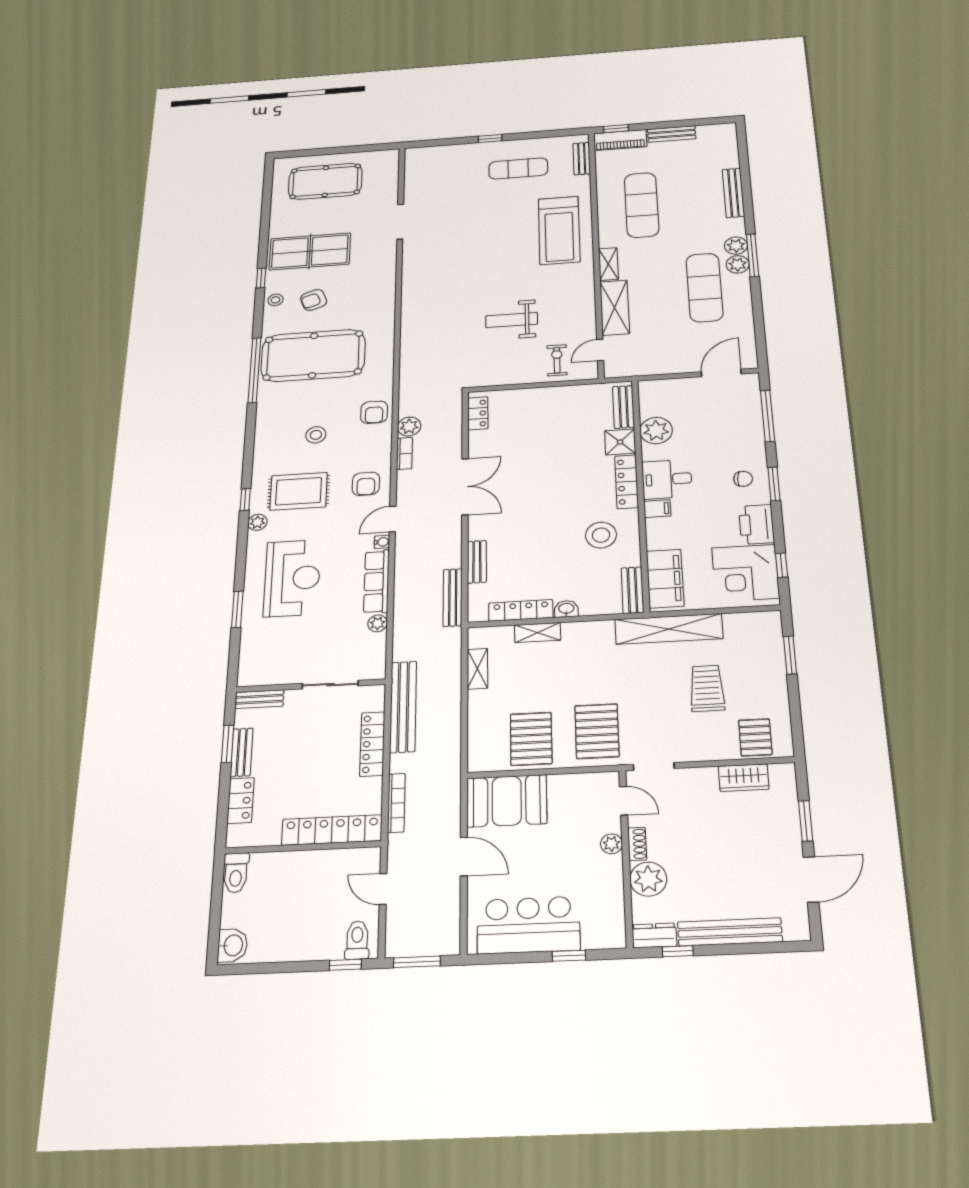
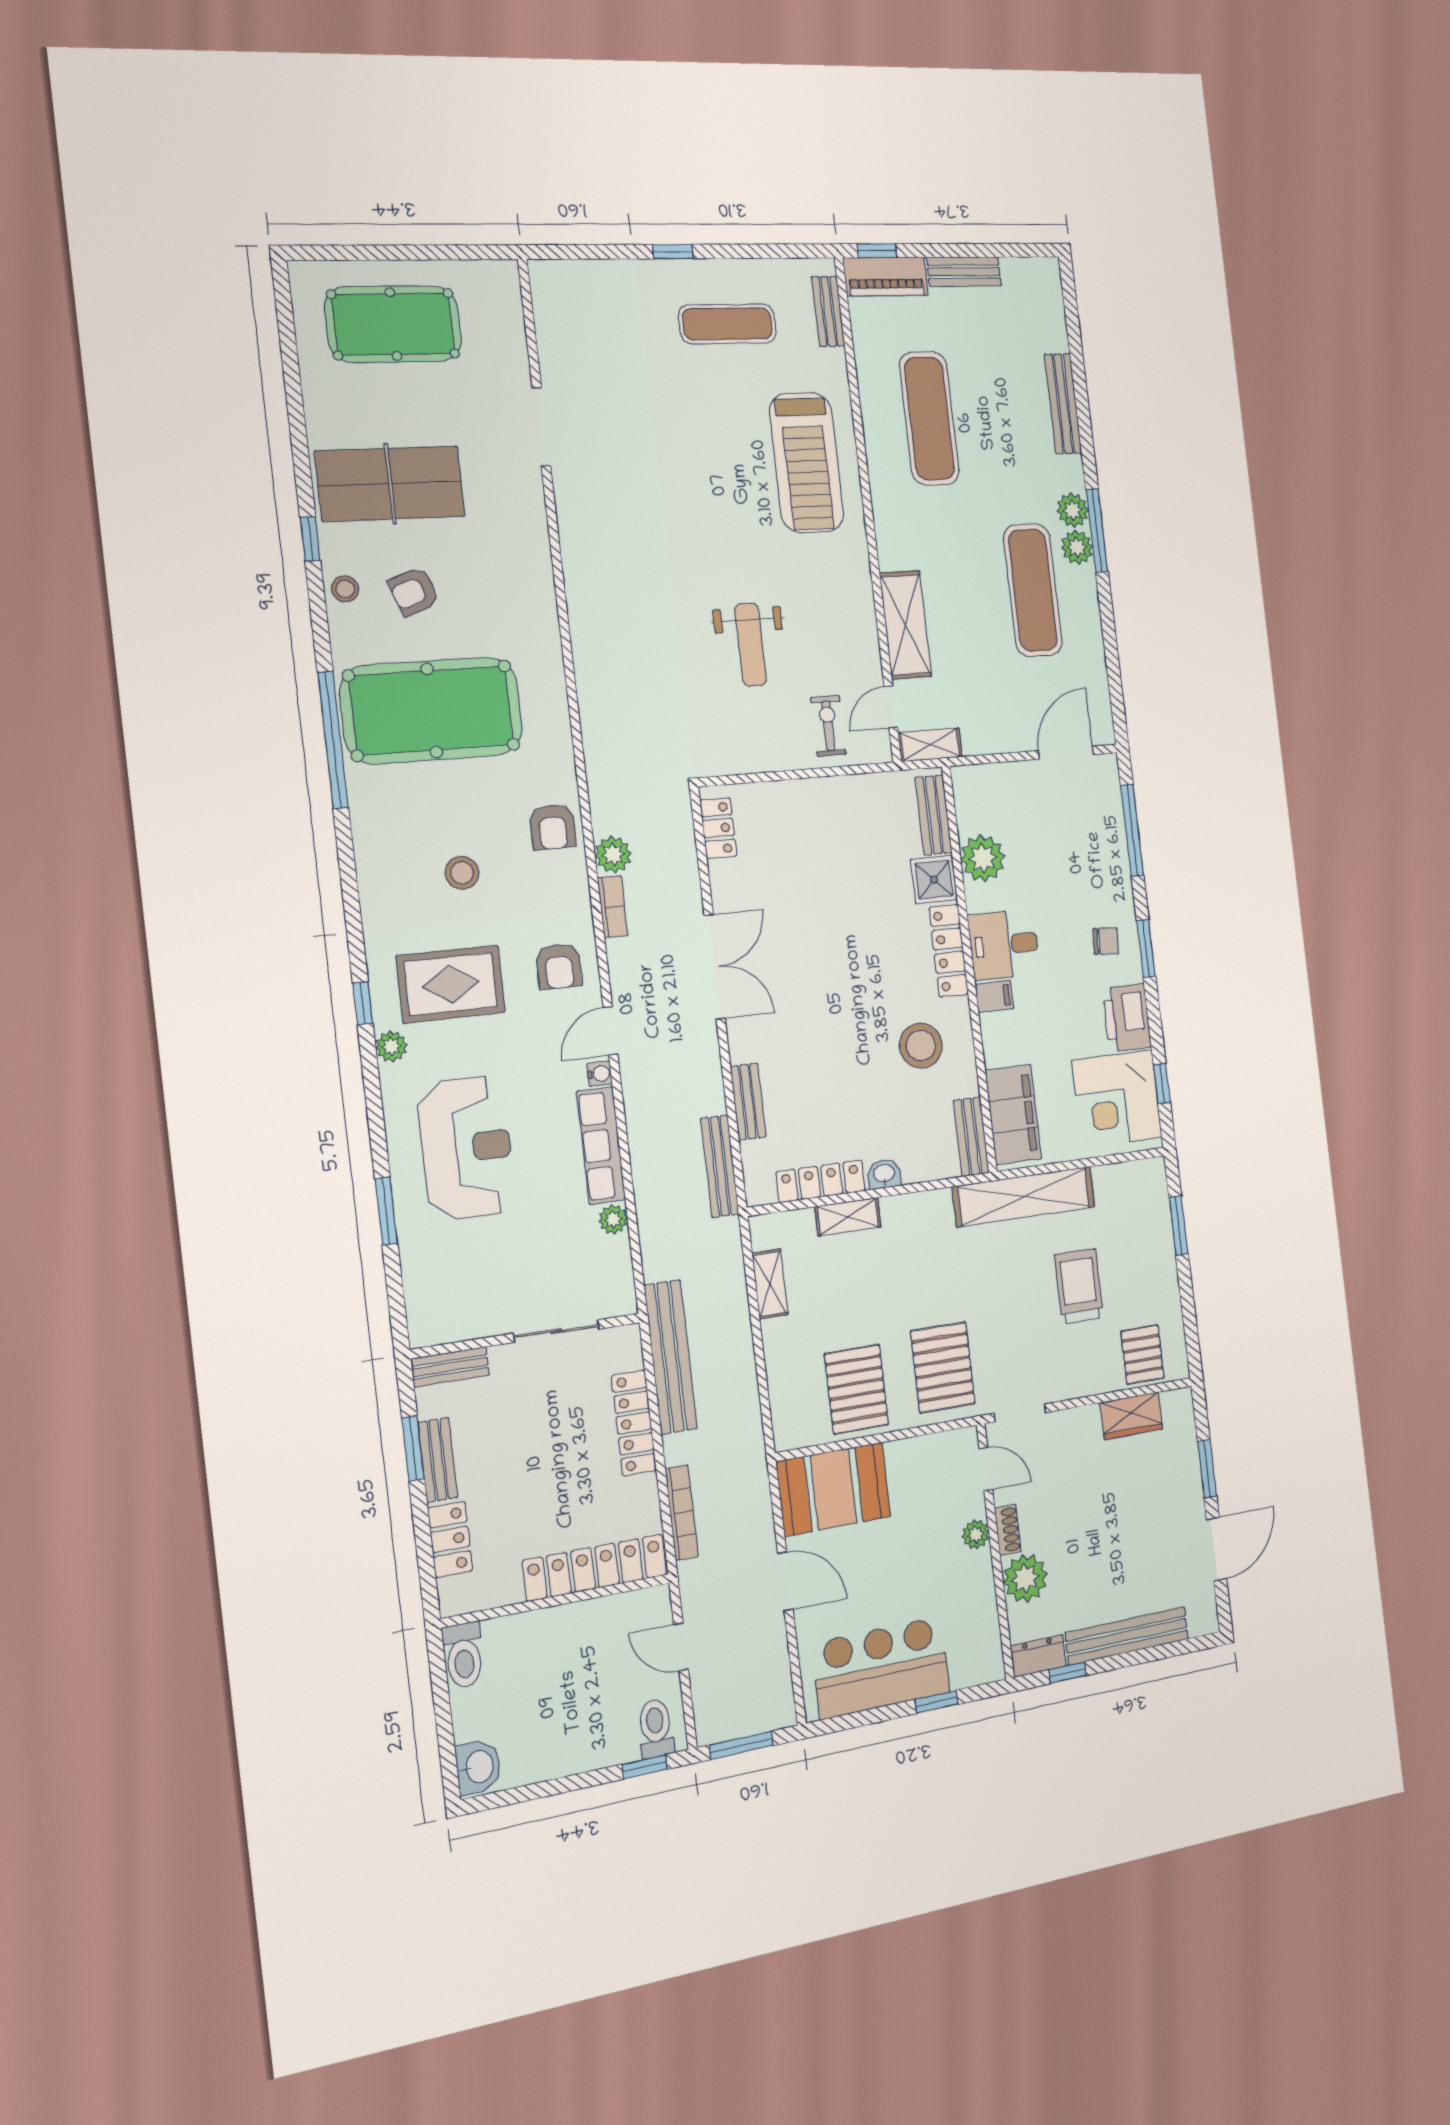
shelving: (608, 264) -> (930, 745), moved, turned 90
weight bench: (512, 320) -> (751, 645), turned -90

